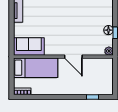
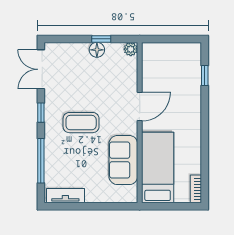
coffee table: (63, 20) -> (81, 123), added
sofa: (29, 46) -> (123, 160), moved

